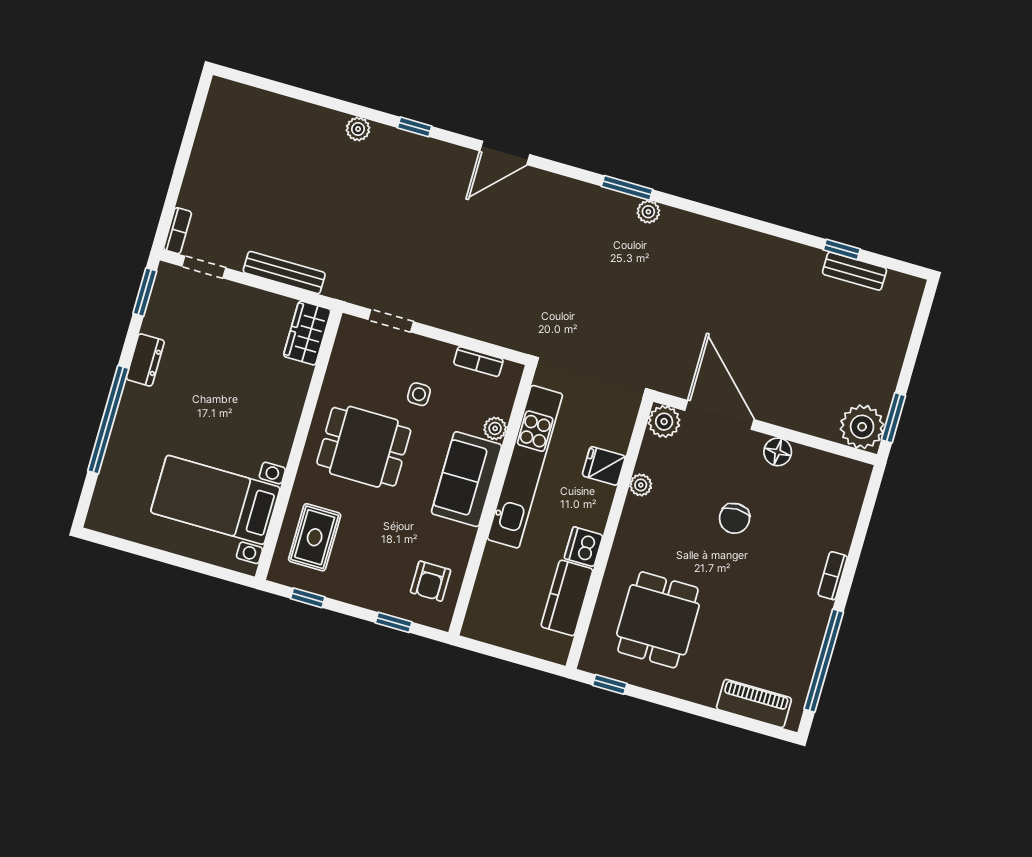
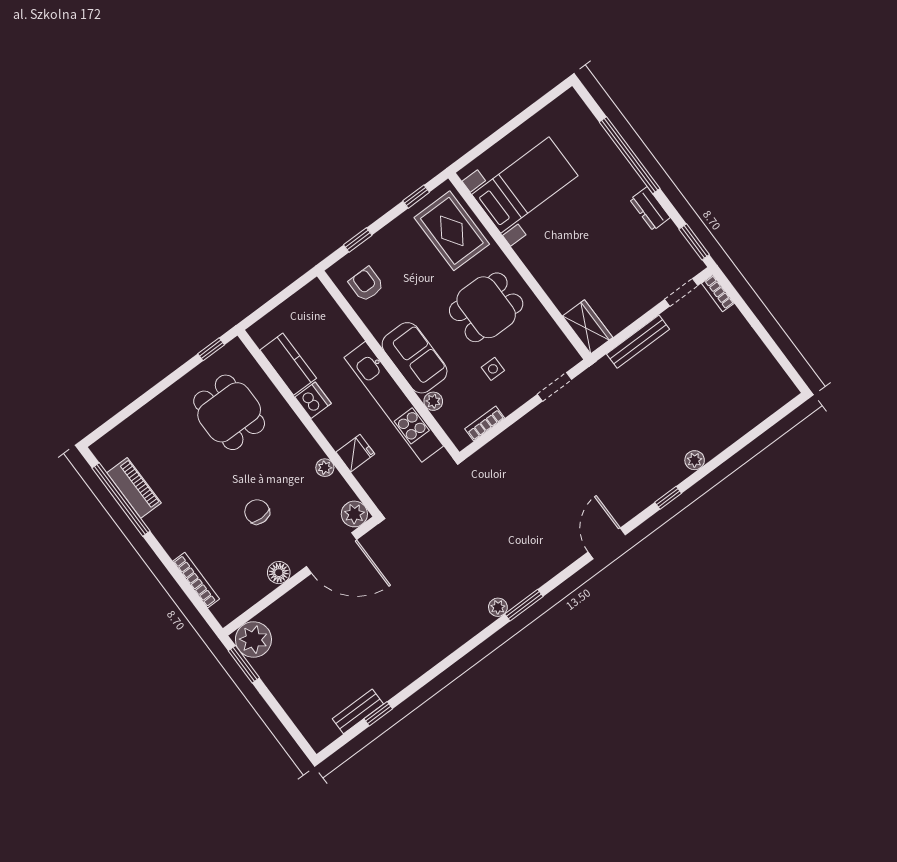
rug: (315, 537) -> (452, 231), width x1.36, depth x1.43
bookcase: (833, 576) -> (196, 580), moved, width x1.56
piano: (754, 703) -> (134, 488), moved, turned -90

